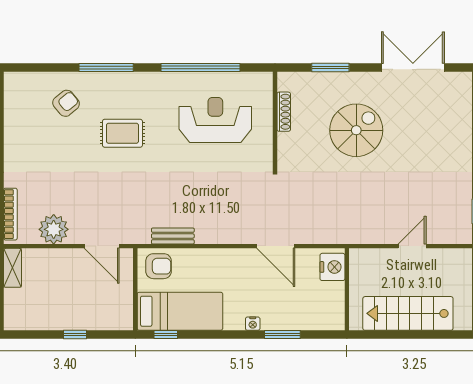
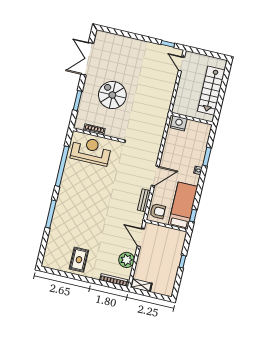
armchair: (66, 103) -> (64, 239), removed
reception desk: (215, 120) -> (91, 151), moved, turned 90
rug: (122, 133) -> (79, 260), moved
door: (102, 246) -> (141, 238), swing flipped
door: (276, 246) -> (155, 176), moved
door: (412, 246) -> (182, 64), moved
armchair: (159, 266) -> (158, 211), turned 90

